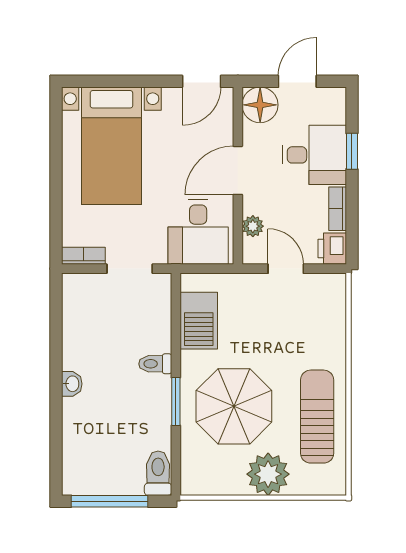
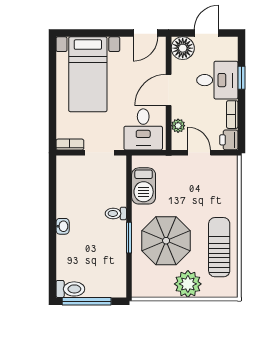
toilet: (158, 473) -> (70, 289), moved, turned 90

